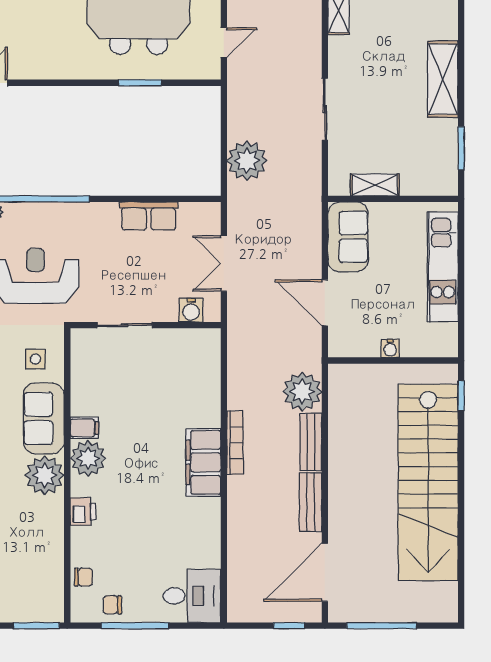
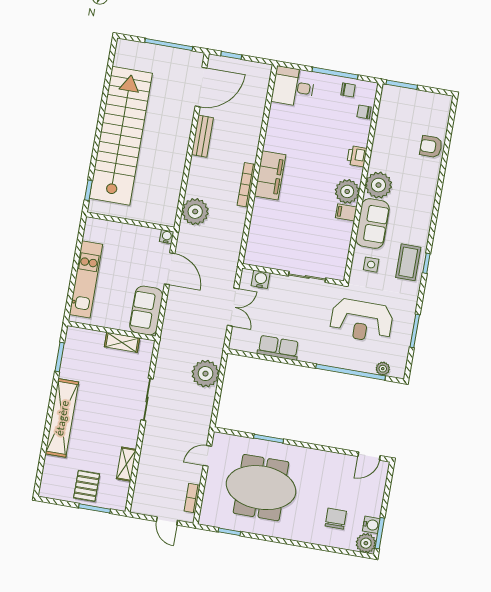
shelving: (443, 79) -> (62, 418), width x1.47
water cooler: (390, 348) -> (167, 237), moved
bench: (311, 442) -> (195, 177), removed

